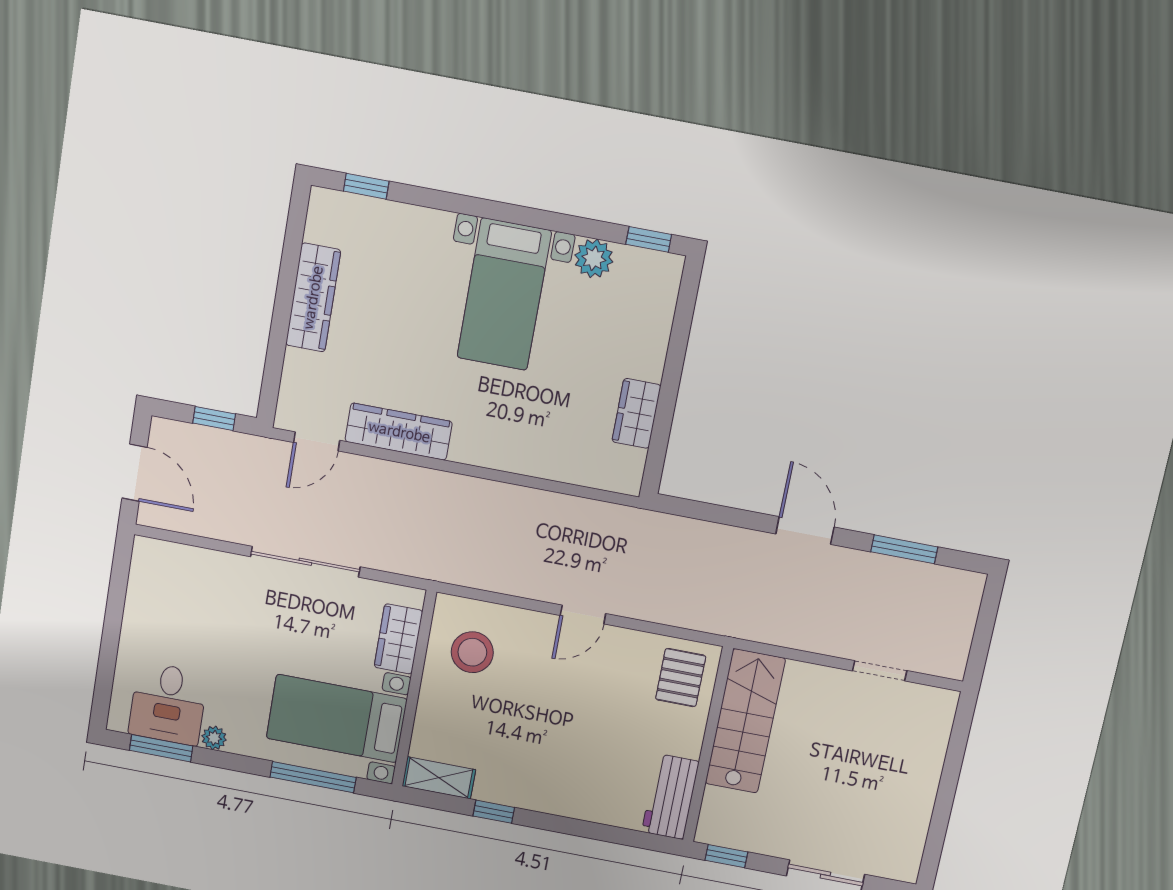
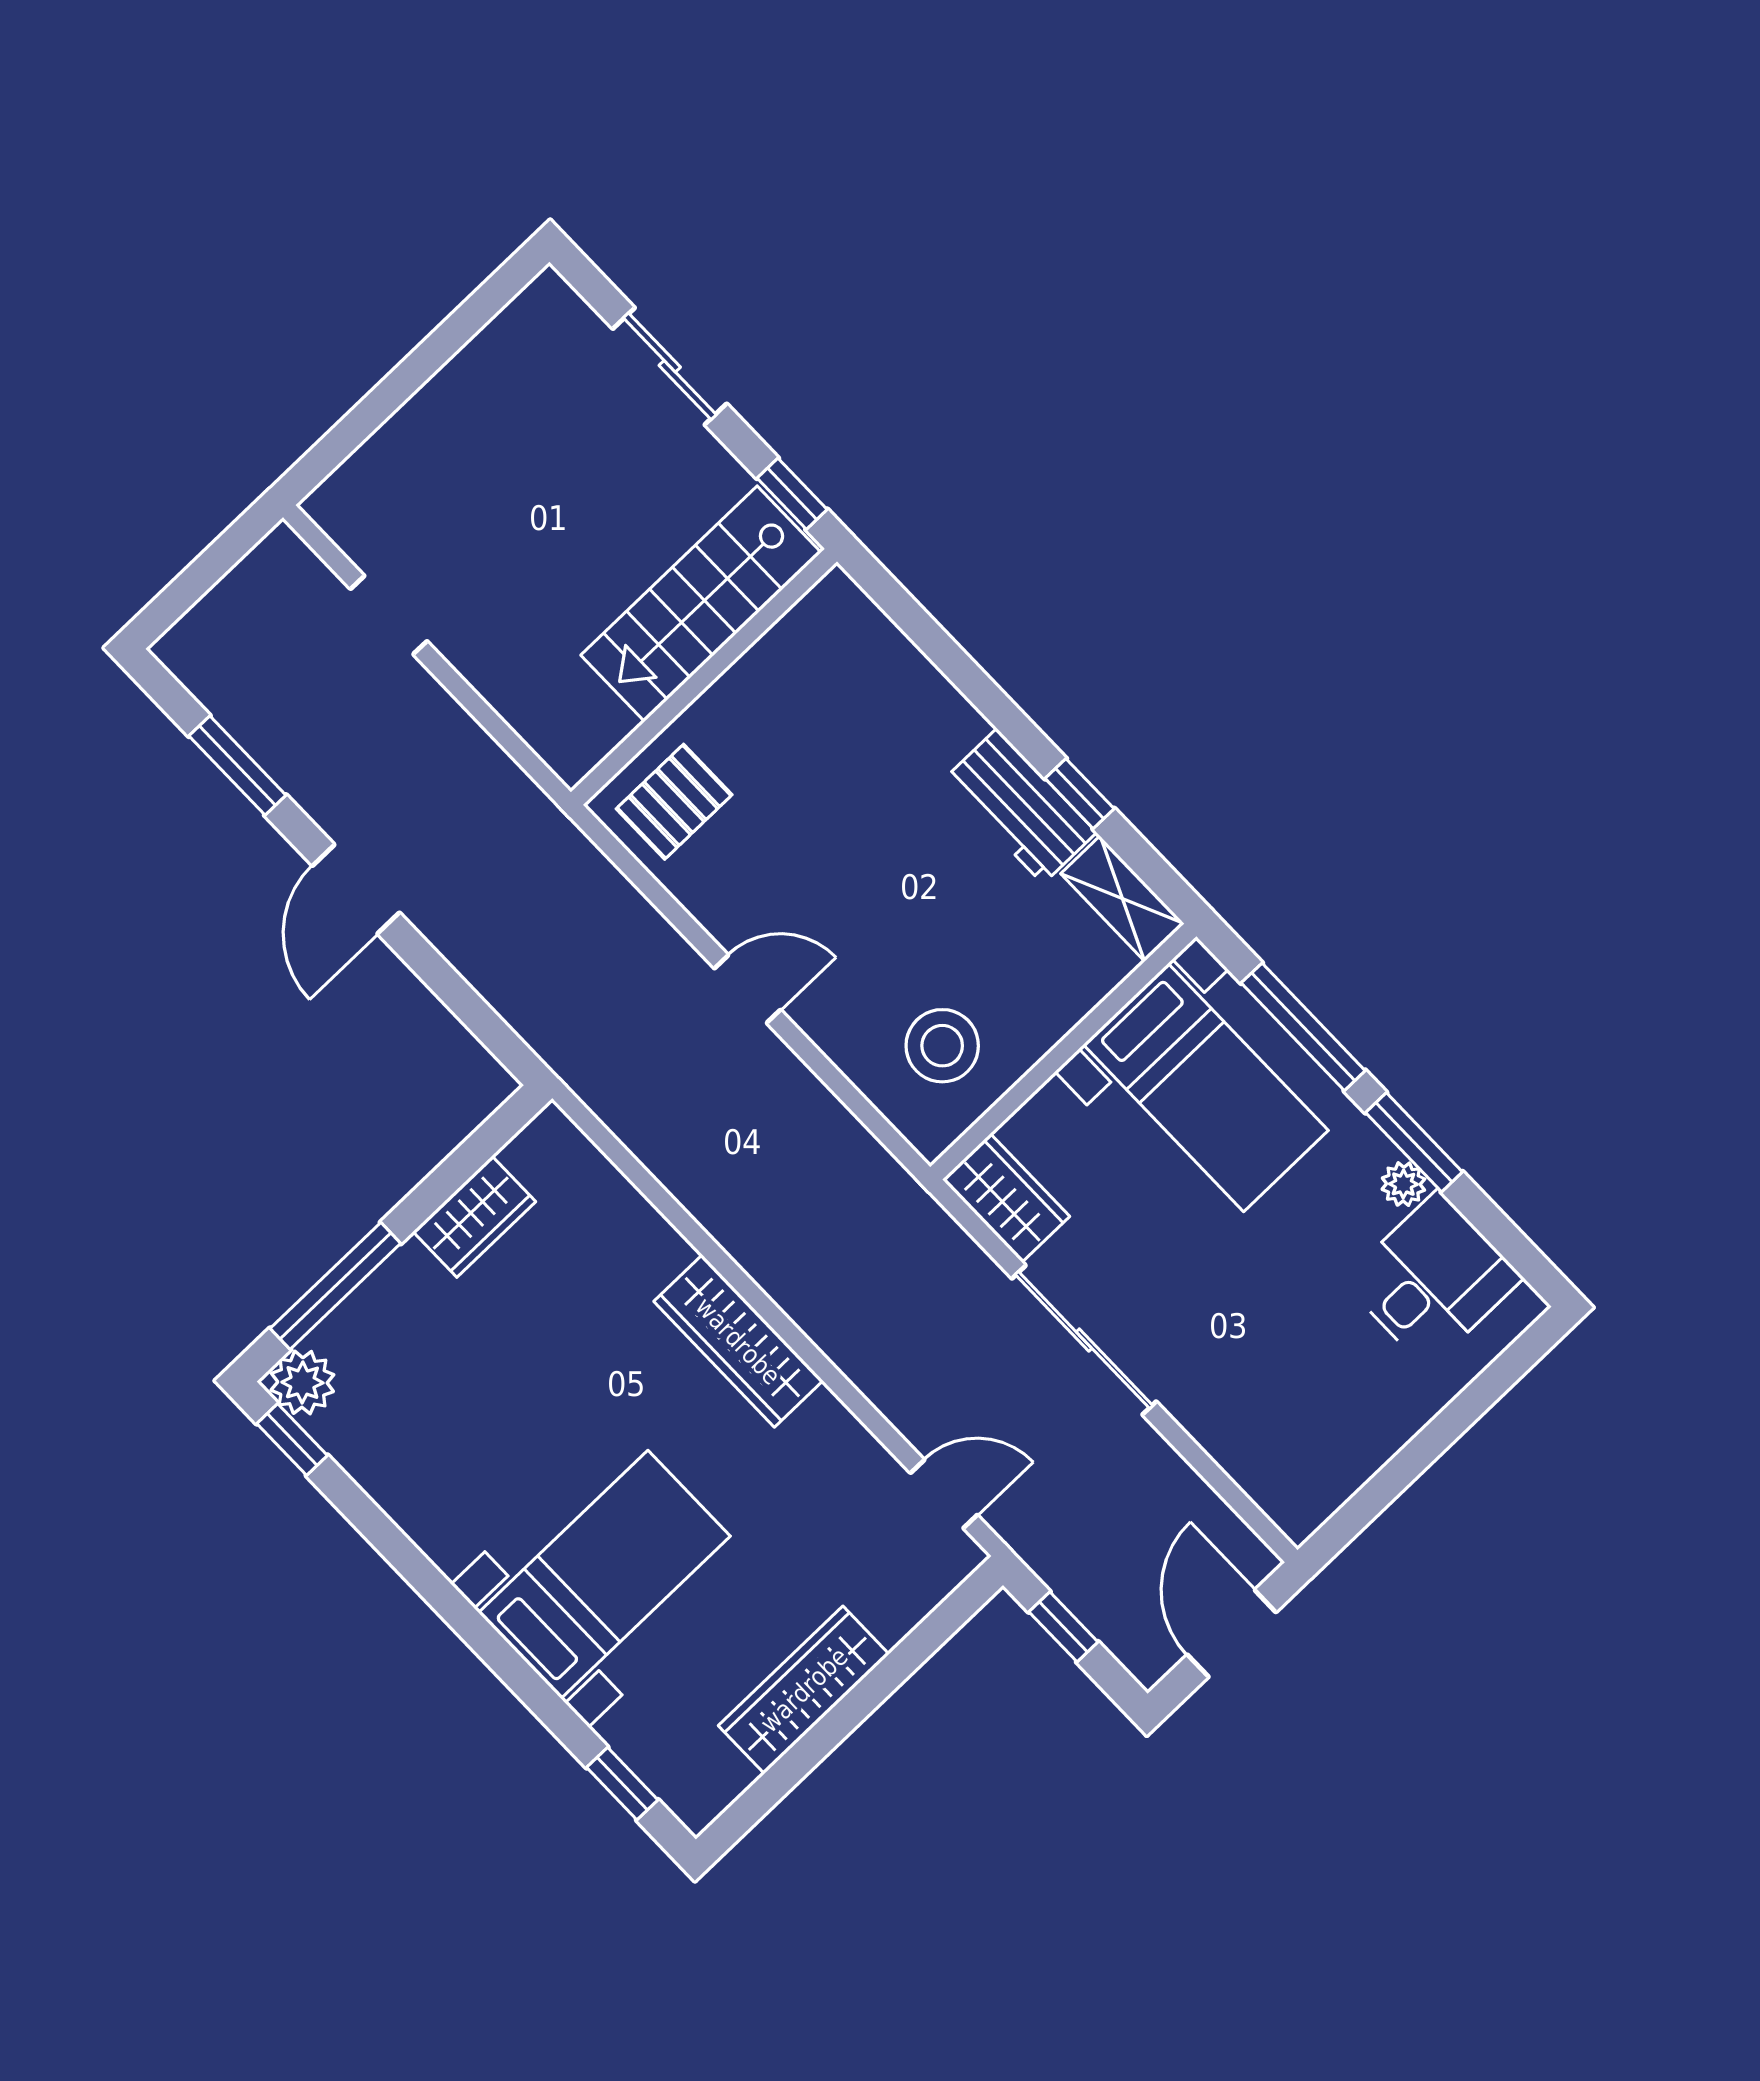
plant: (594, 258) -> (302, 1382), moved
bed with nightstands: (504, 294) -> (604, 1574), moved
window: (680, 331) -> (335, 1286), added
wardrobe: (399, 432) -> (738, 1341), moved
wardrobe: (398, 639) -> (1006, 1198), moved, turned -90
stairs: (745, 721) -> (701, 604), moved
window: (161, 748) -> (1414, 1142), moved
workbench: (670, 797) -> (1020, 806), moved, turned 90

